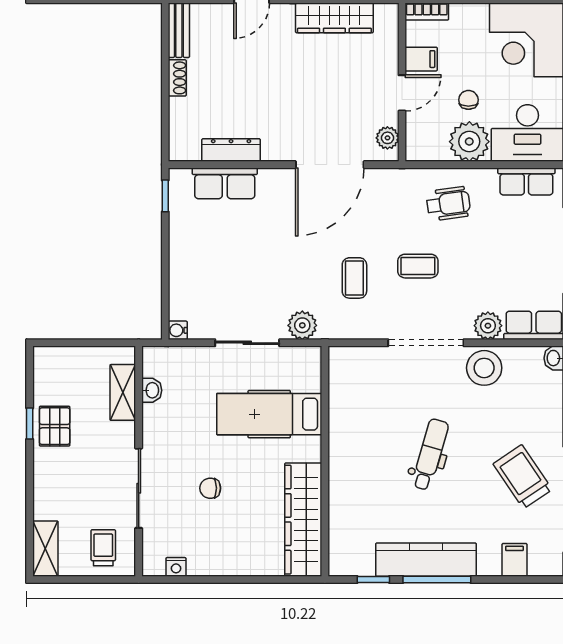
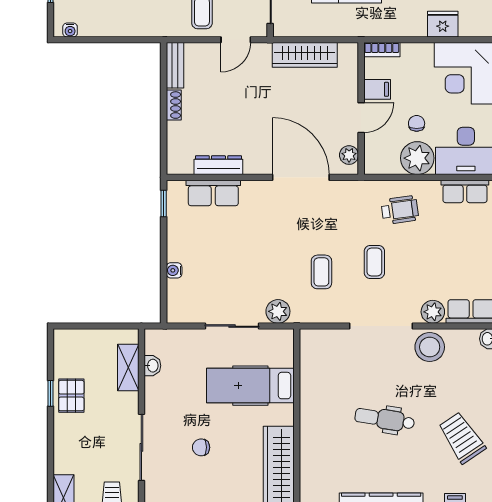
door: (330, 165) -> (301, 177), swing flipped
coffee table: (418, 266) -> (374, 262), turned 90
water cooler: (178, 330) -> (174, 270), moved
dental chair: (430, 454) -> (385, 419), turned -97

